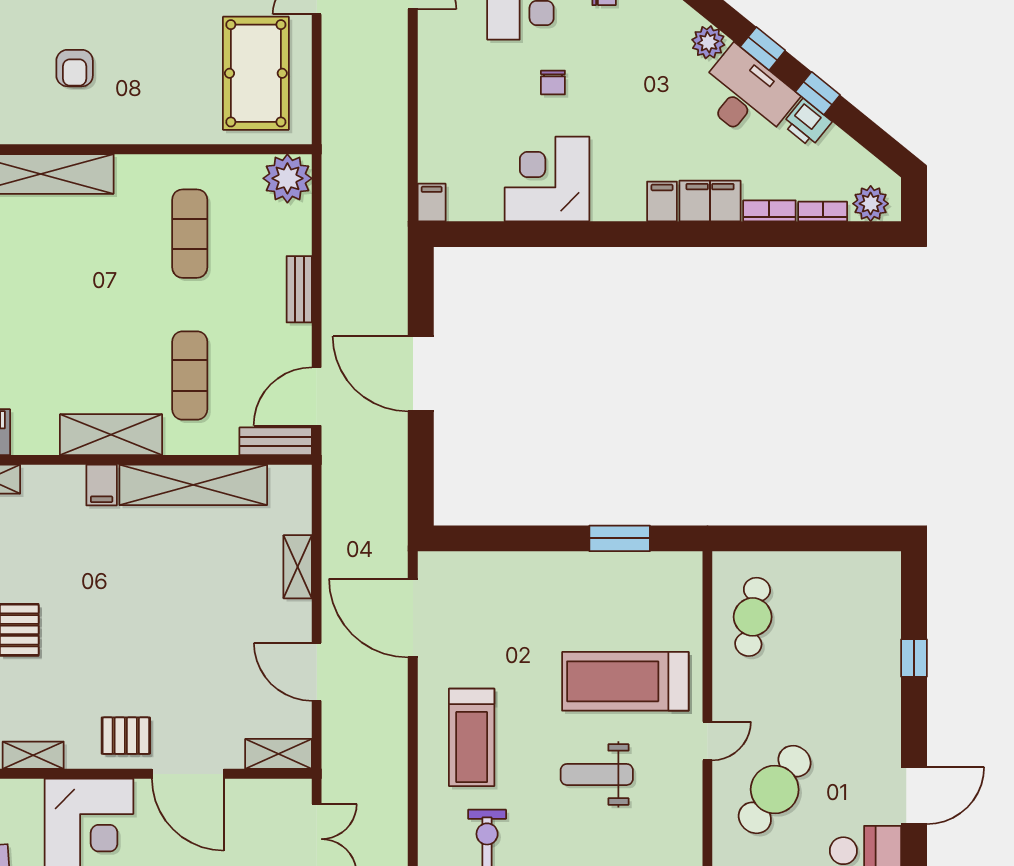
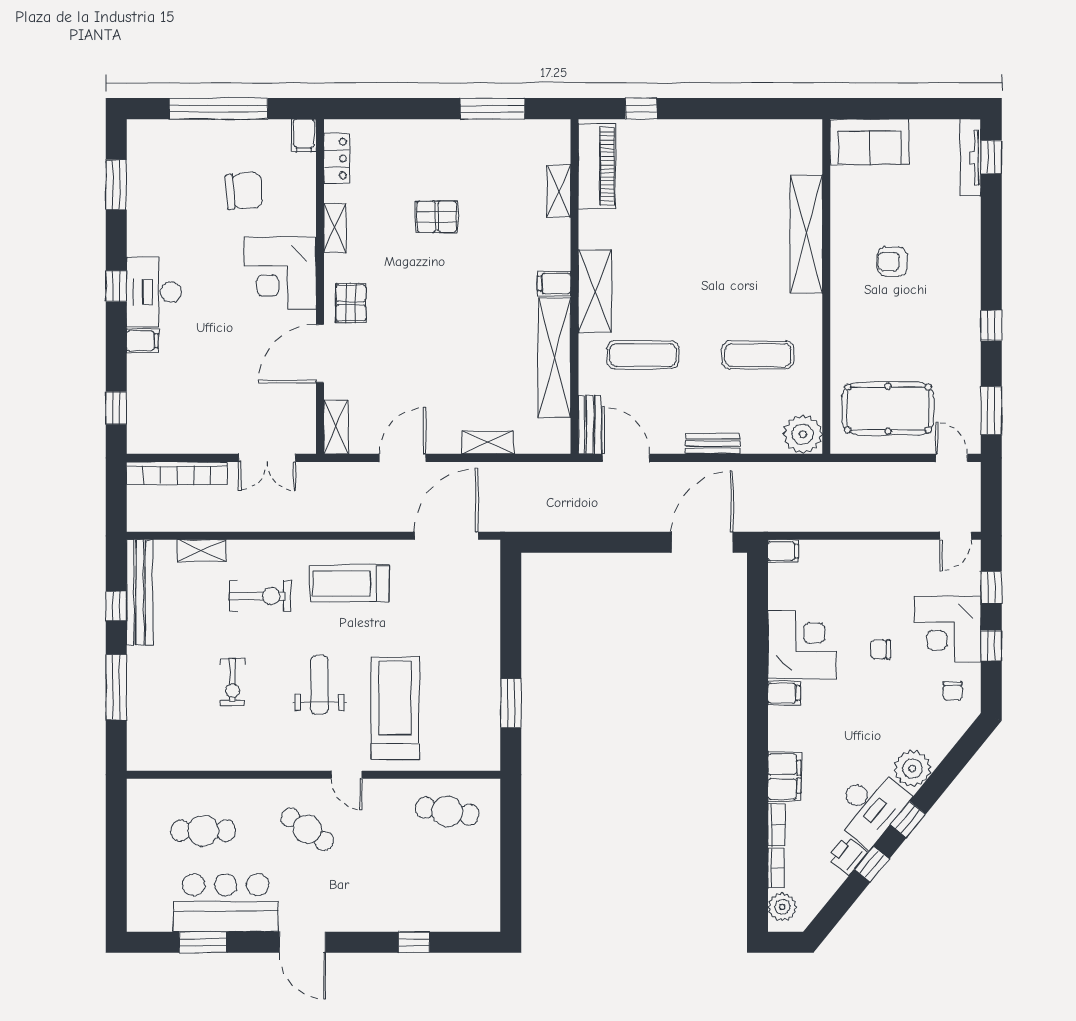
plant: (708, 42) -> (912, 768), width x1.36, depth x1.36
filing cabinet: (662, 201) -> (784, 693), moved
door: (421, 374) -> (702, 542), moved
cafe table: (775, 789) -> (307, 829), width x0.73, depth x0.74

